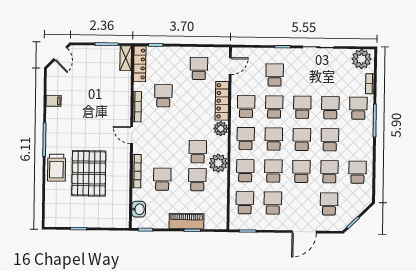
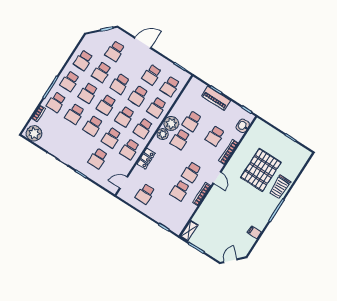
locker: (140, 64) -> (182, 221), removed
locker: (222, 101) -> (146, 159), width x0.66
school desk: (163, 124) -> (191, 172), added
plant: (221, 129) -> (163, 134), moved
school desk: (358, 140) -> (70, 81), added
trolley: (56, 168) -> (280, 187), turned 180

